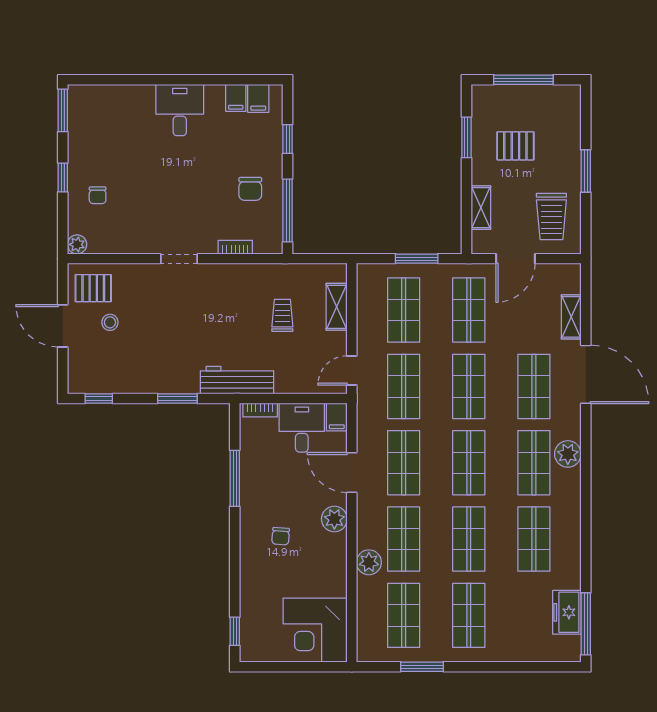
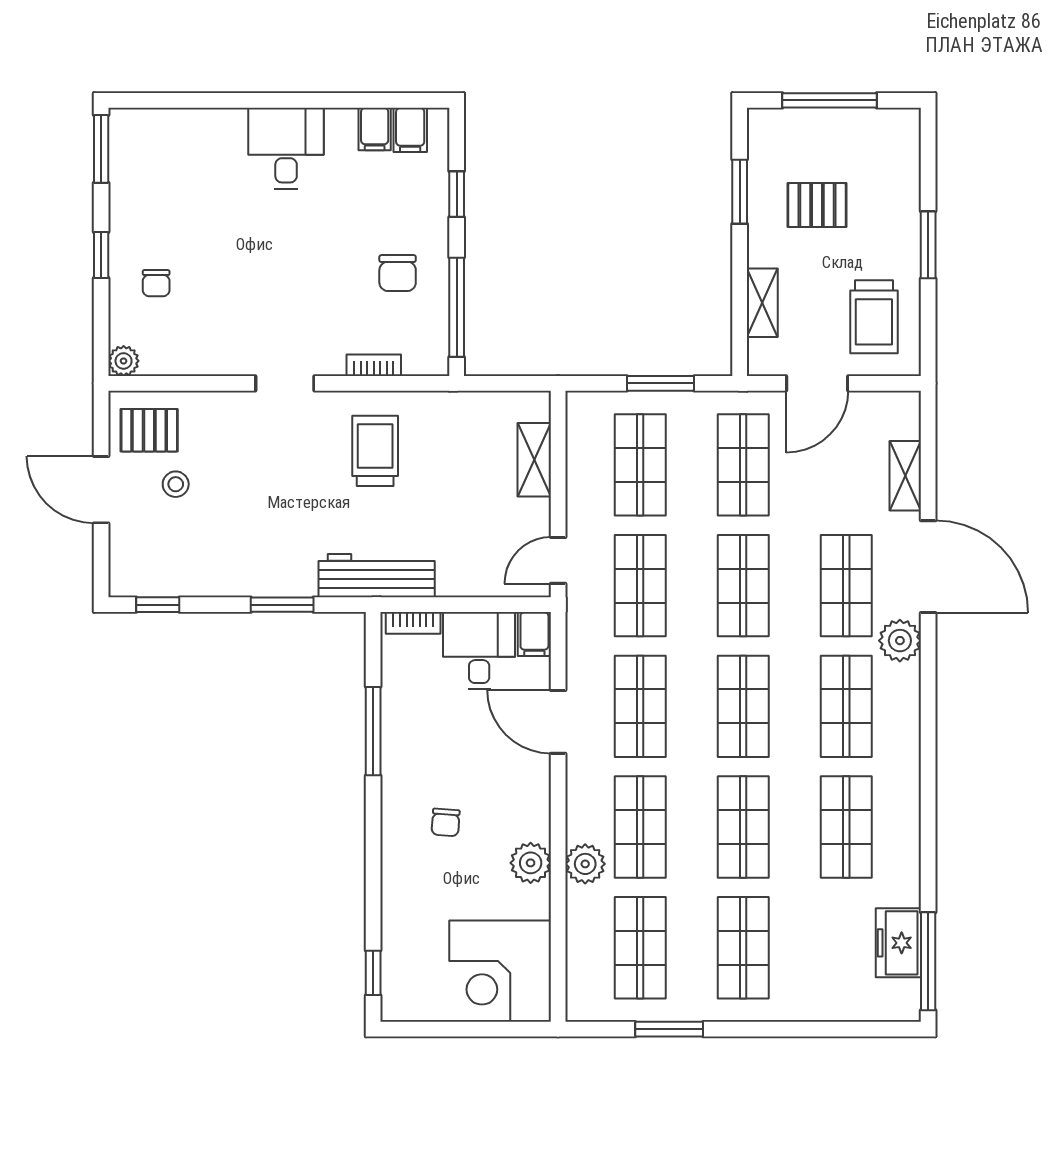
trolley: (282, 315) -> (375, 451), moved, width x1.36, depth x1.39
plant: (568, 454) -> (900, 641), moved
plant: (334, 519) -> (531, 863), moved

